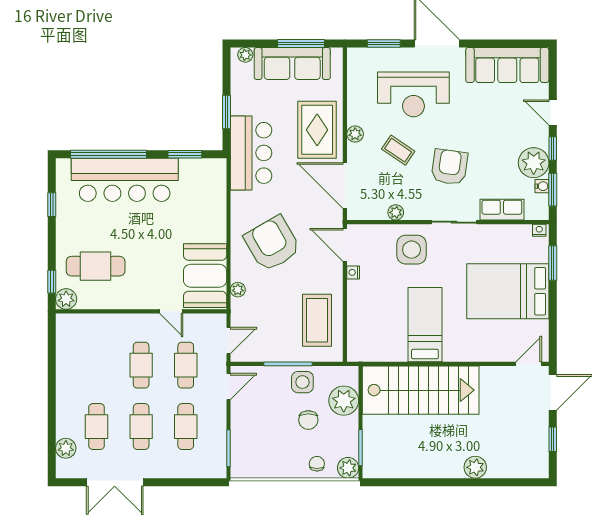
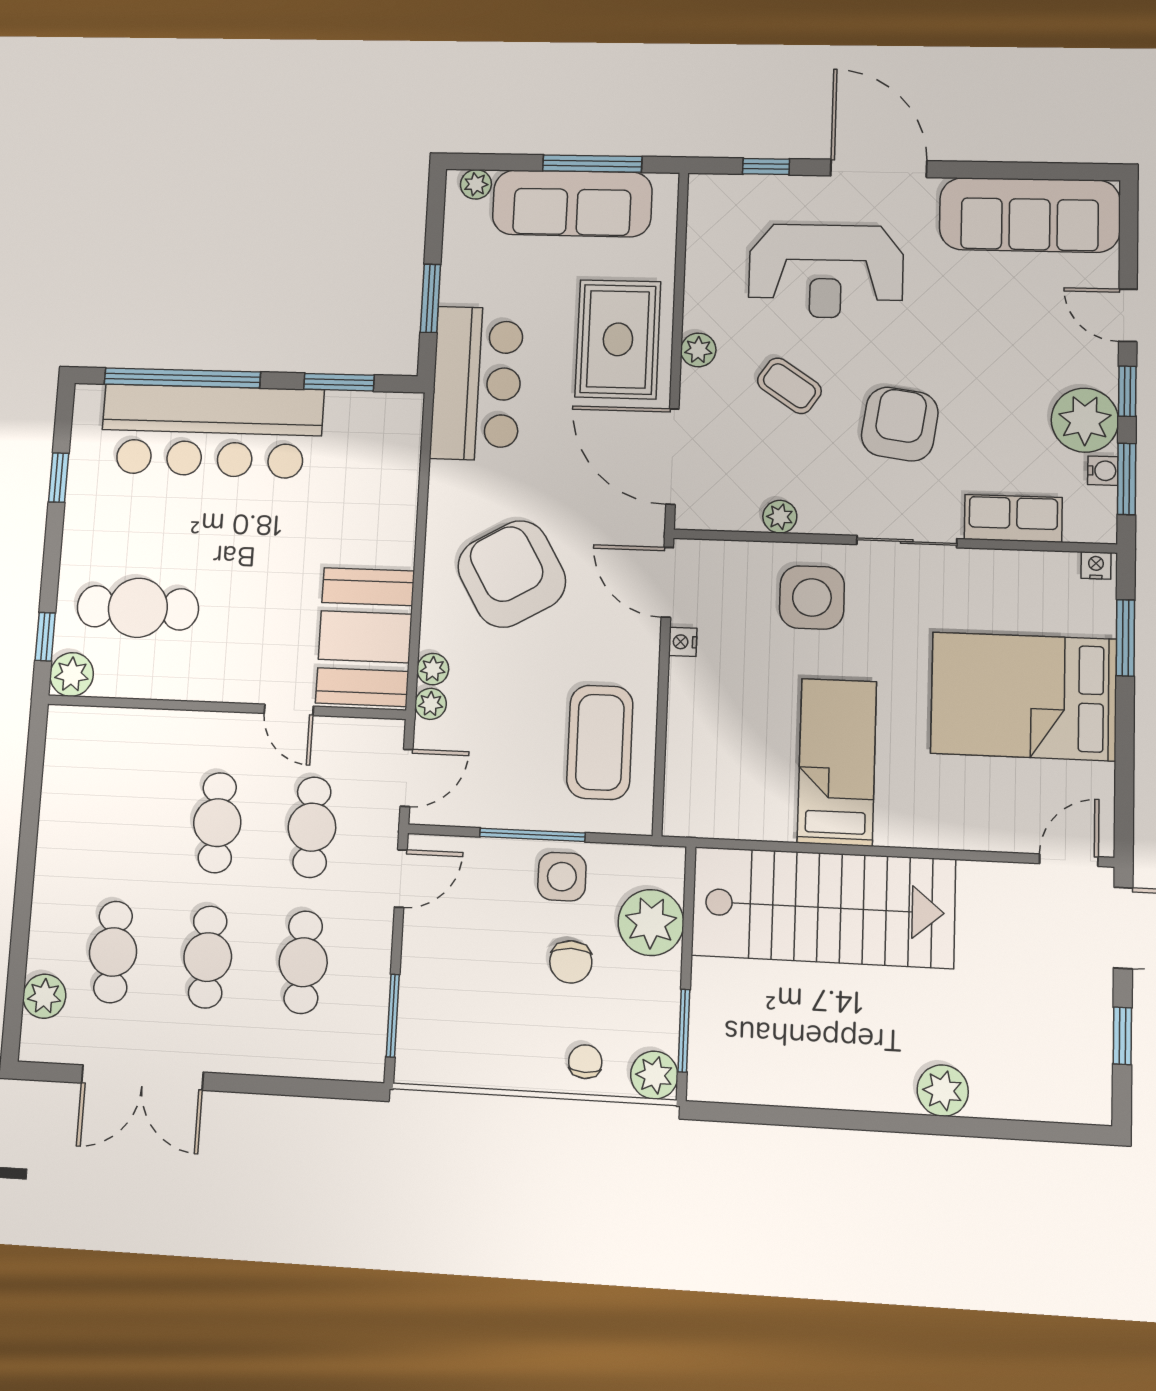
window: (384, 44) -> (766, 166), width x0.67
plant: (238, 306) -> (431, 704), added

